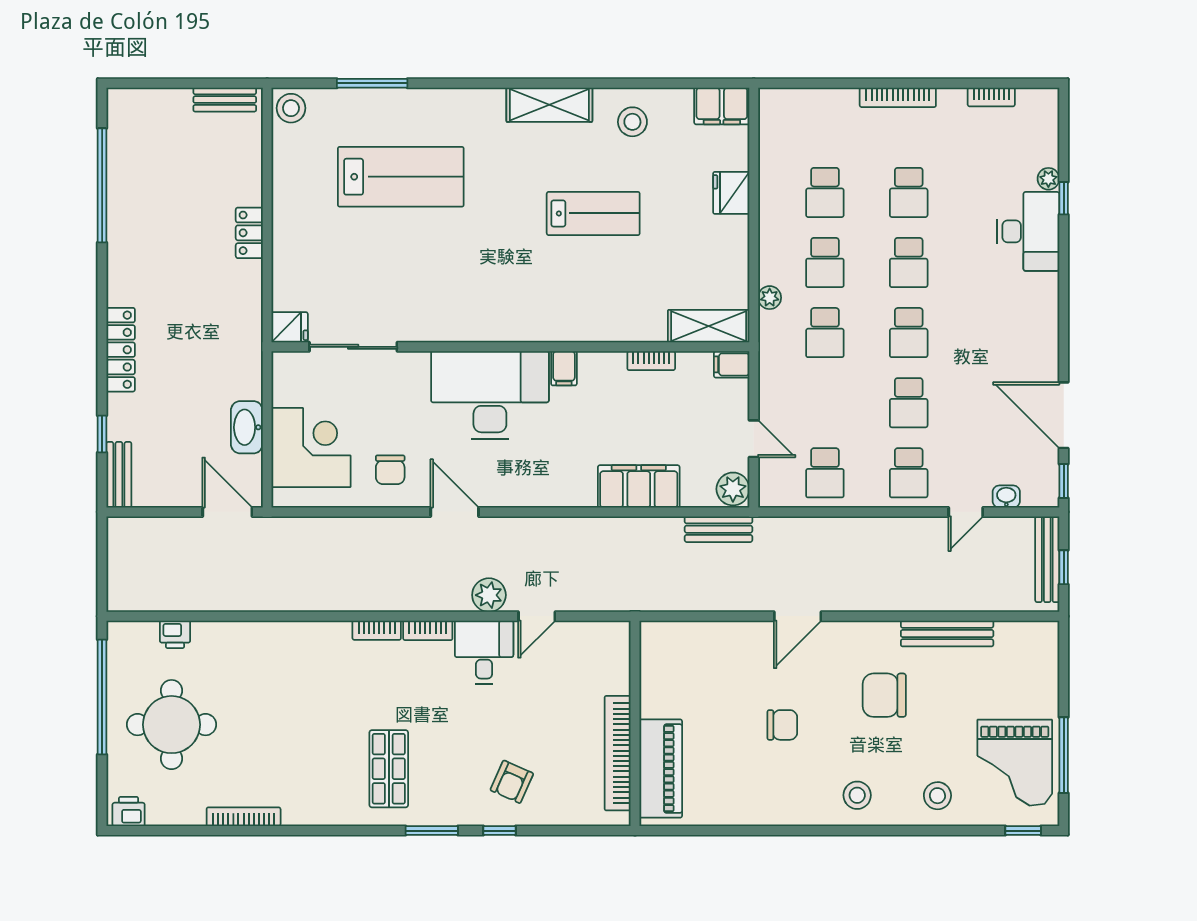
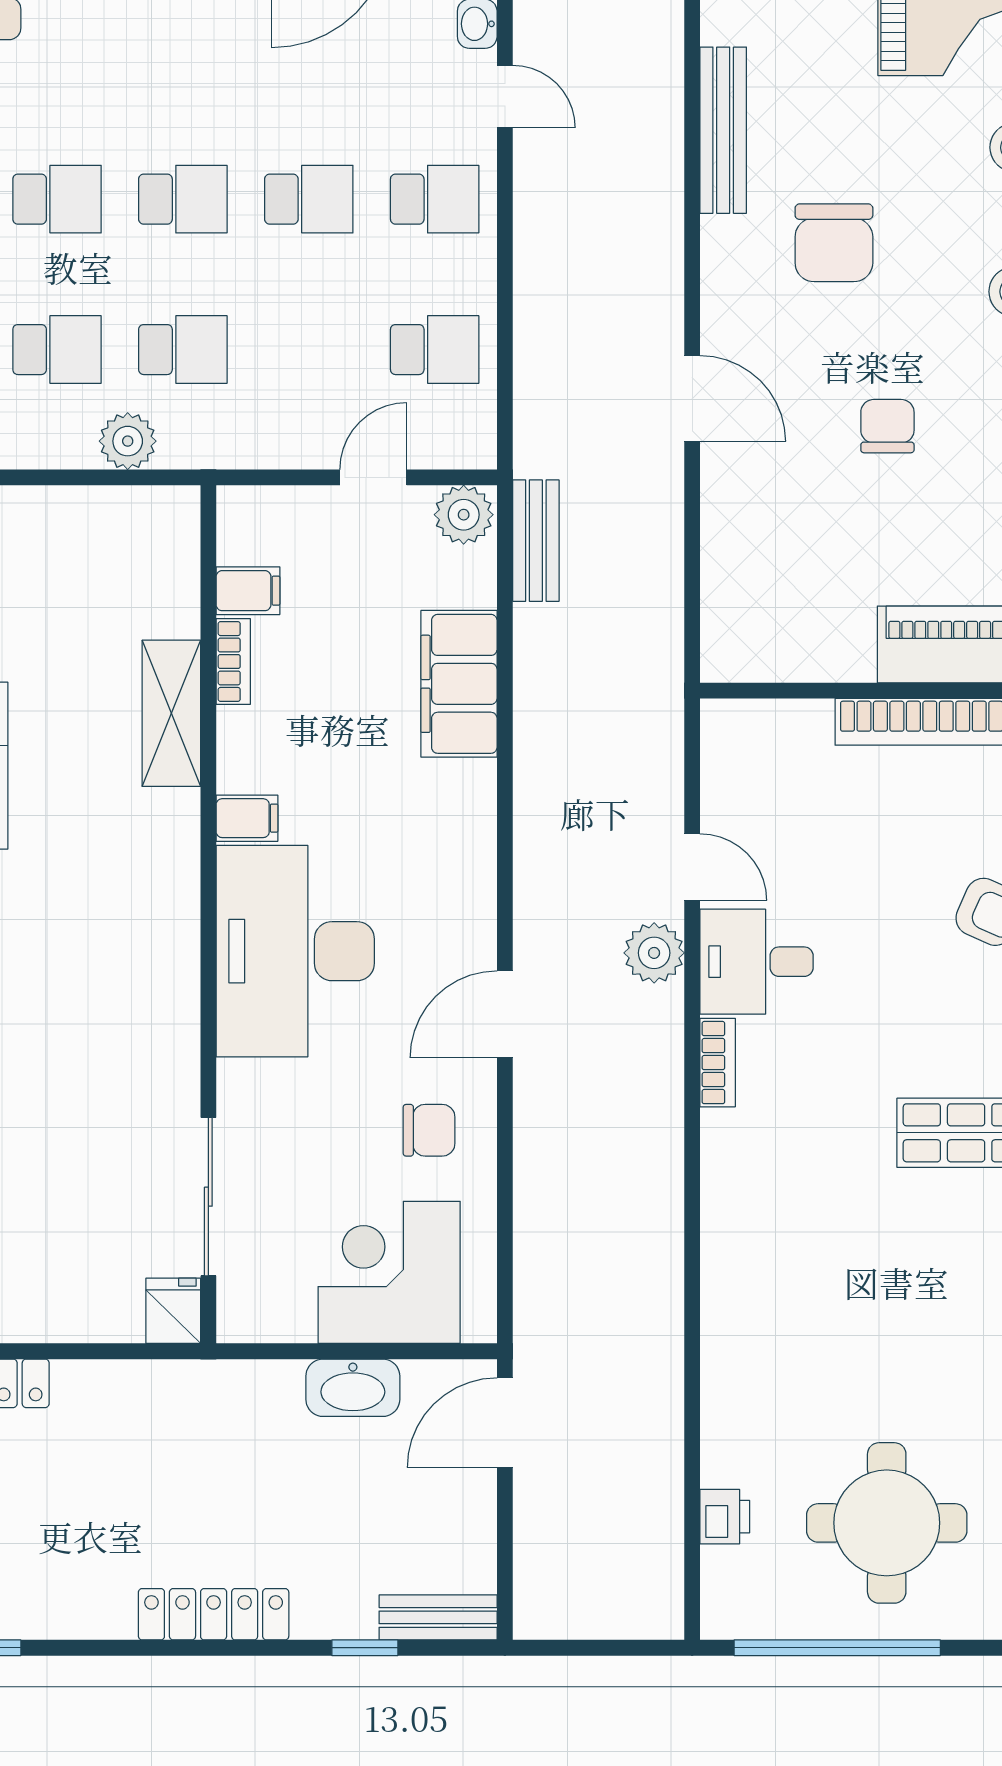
plant: (770, 298) -> (128, 441), width x1.38, depth x1.38
shelving: (709, 326) -> (171, 713), moved
filing cabinet: (732, 364) -> (248, 591), moved, turned -90
bookcase: (377, 630) -> (717, 1155), removed

